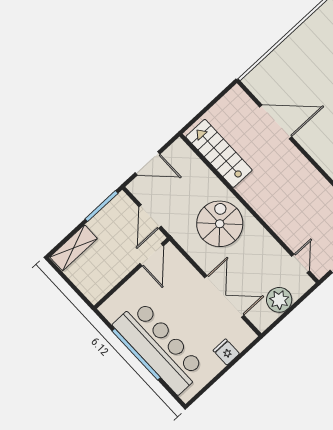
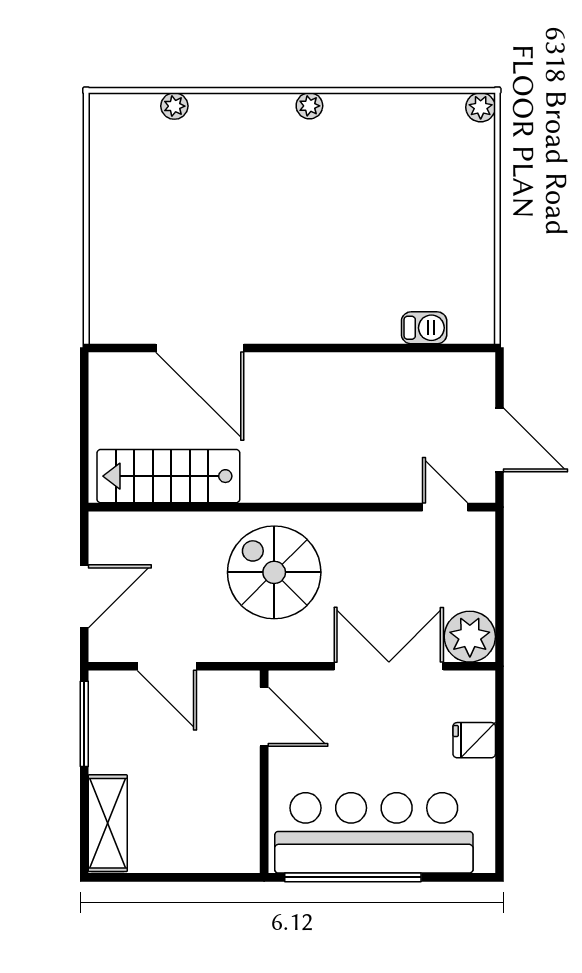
door: (276, 122) -> (200, 348), swing flipped
door: (152, 255) -> (264, 717), moved
wall: (132, 273) -> (264, 772), moved
plant: (279, 300) -> (470, 637), moved

